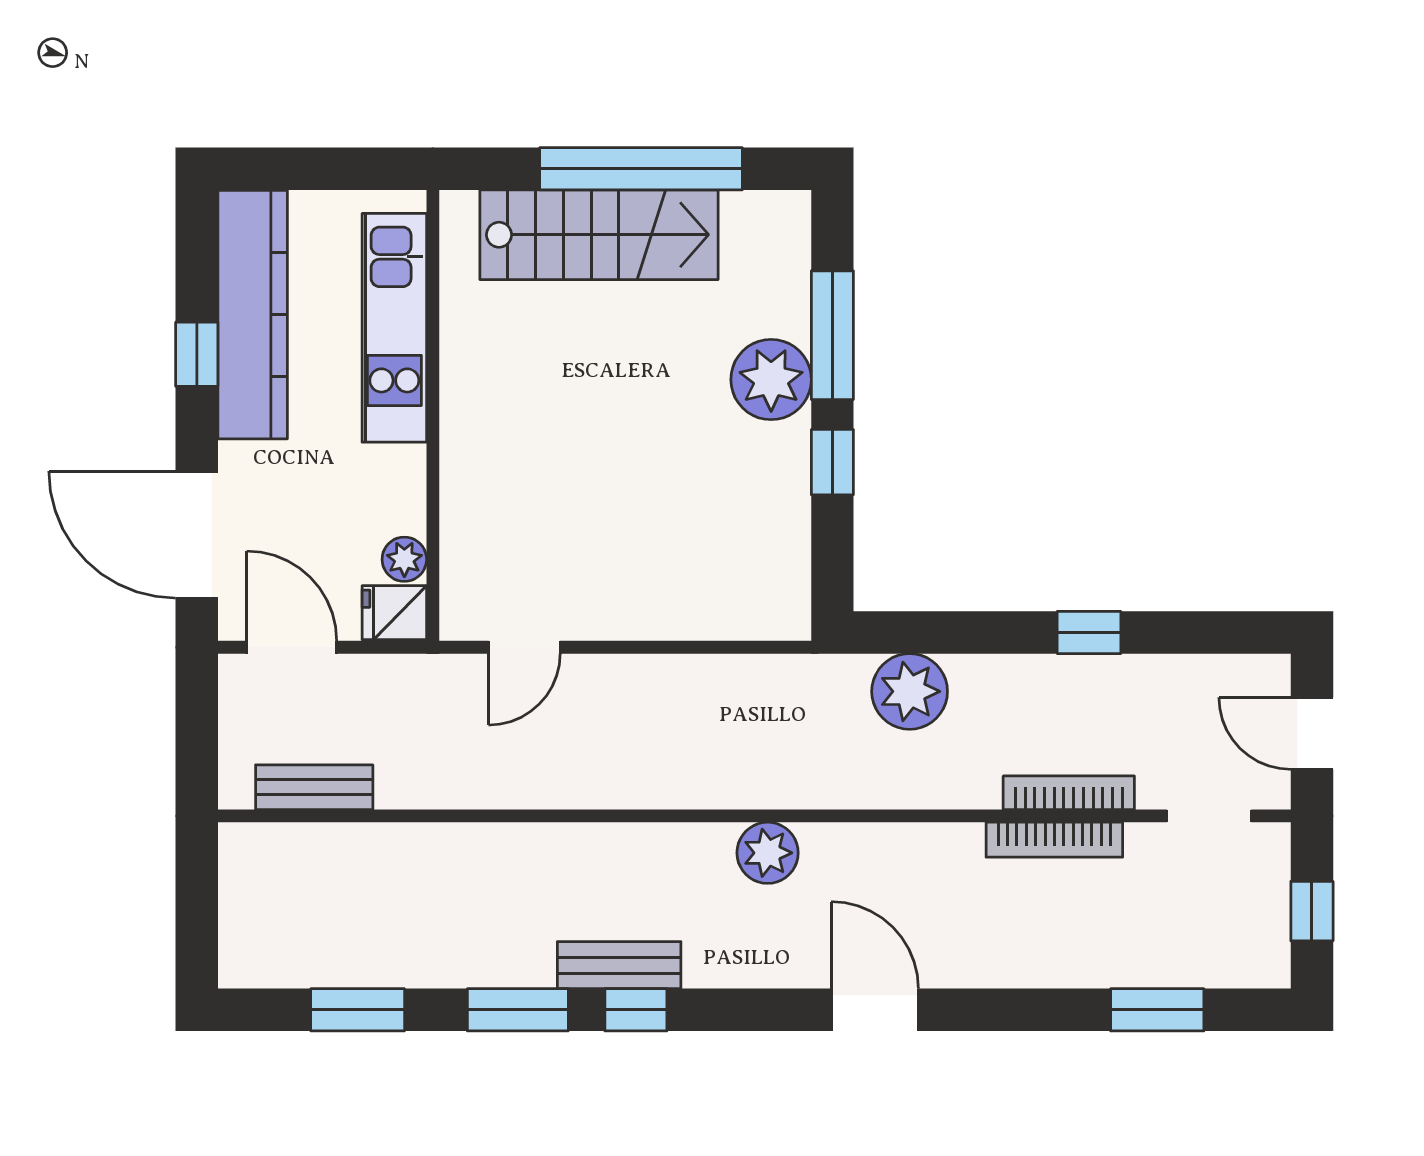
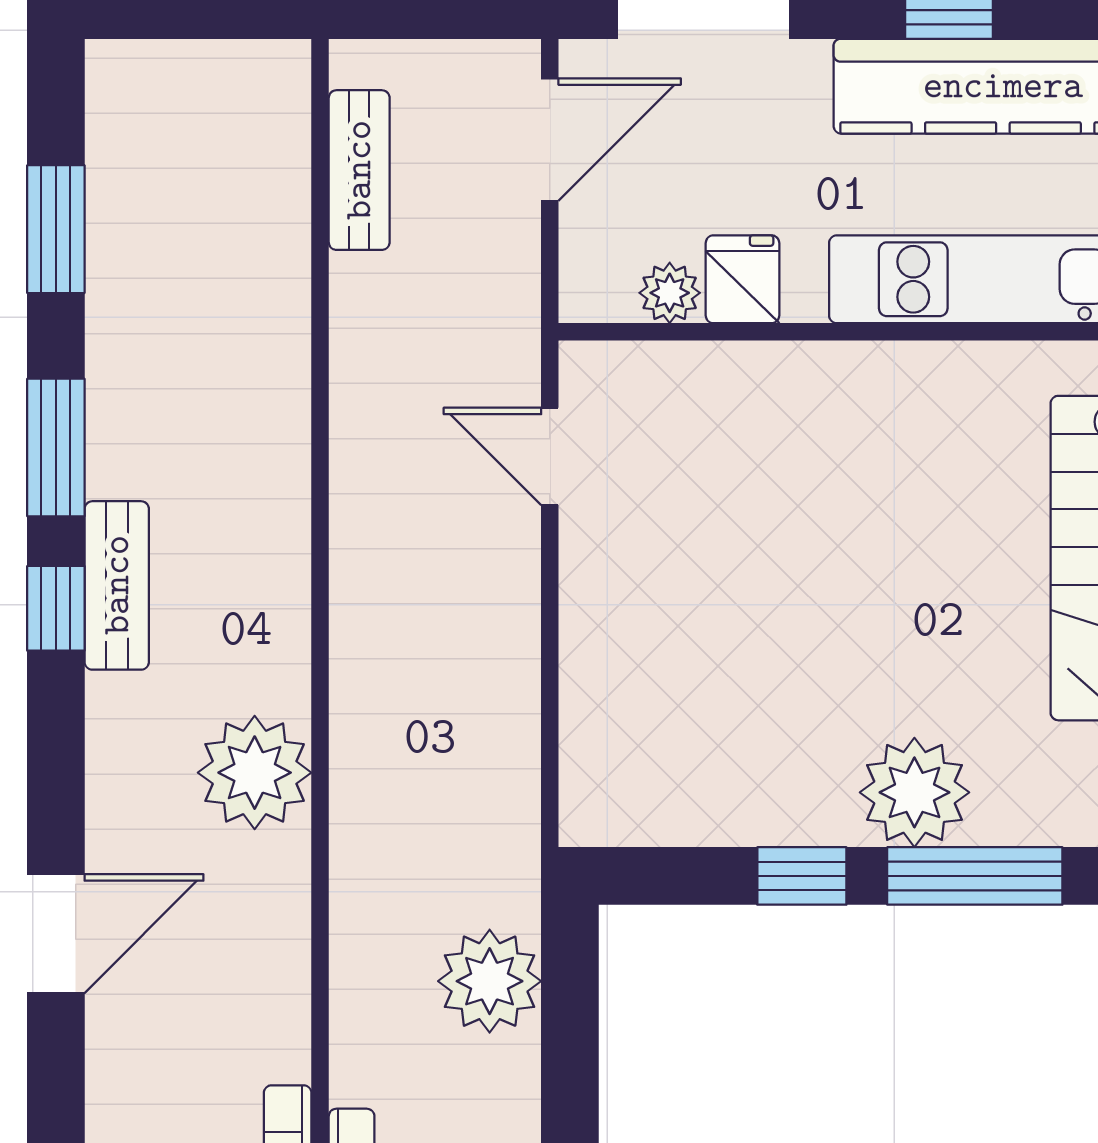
fridge: (394, 613) -> (742, 279), moved
plant: (768, 853) -> (255, 773), width x1.36, depth x1.36

